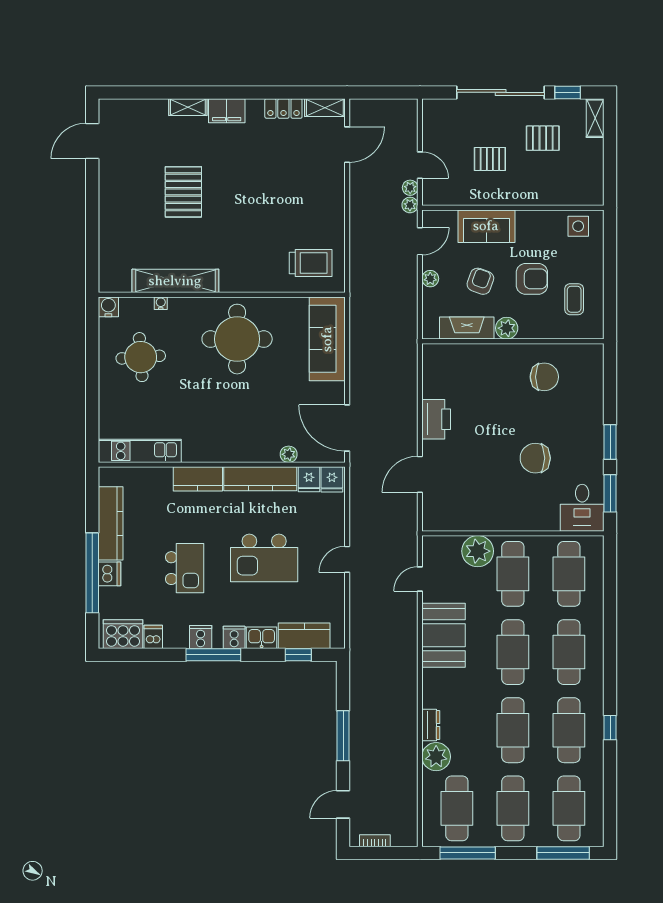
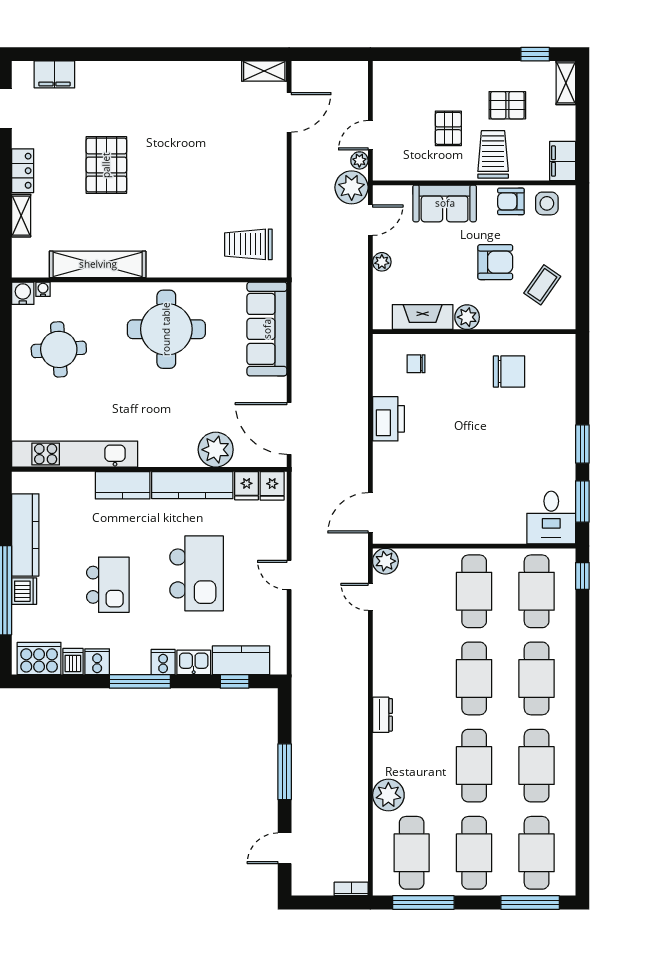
sliding door: (501, 92) -> (460, 54), removed
shelving: (188, 107) -> (21, 216), moved, turned 90
locker: (283, 108) -> (23, 171), moved, turned -90
filing cabinet: (227, 111) -> (54, 74), moved
pallet: (490, 159) -> (448, 128), turned 90
door: (420, 165) -> (370, 135), swing flipped
trolley: (530, 182) -> (493, 154), added
filing cabinet: (592, 188) -> (563, 161), added
plant: (410, 205) -> (352, 187), width x1.87, depth x1.87
trolley: (311, 263) -> (248, 244), turned 180
armchair: (480, 281) -> (511, 201), moved, turned -110
coffee table: (574, 299) -> (542, 285), turned 35
water cooler: (161, 303) -> (43, 289), moved
kitchen unit: (140, 451) -> (75, 454), width x1.36
plant: (289, 454) -> (216, 450), width x1.88, depth x1.88
chair: (535, 458) -> (416, 364), moved, width x0.54, depth x0.54
door: (420, 474) -> (370, 513), moved
plant: (478, 551) -> (385, 561), moved, width x0.73, depth x0.73
kitchen island: (264, 558) -> (197, 573), turned -90
door: (347, 559) -> (289, 575), hinge flipped
door: (420, 579) -> (370, 597), hinge flipped
booth: (443, 635) -> (397, 660), removed
cooker: (201, 637) -> (97, 662), moved
dresser: (431, 725) -> (382, 715), moved
window: (610, 728) -> (582, 576), moved
bookcase: (375, 841) -> (351, 889), moved

